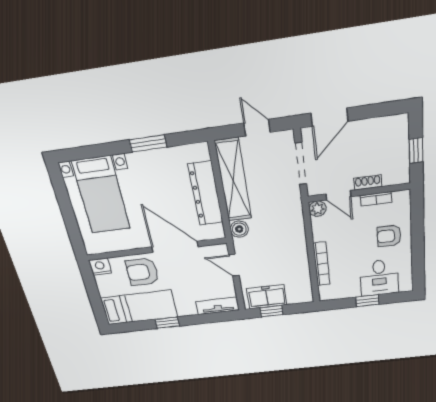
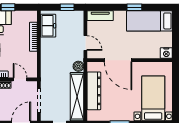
plant: (317, 209) -> (32, 73), removed
armchair: (142, 272) -> (141, 46), removed
freezer: (267, 297) -> (48, 26), moved, turned -90

